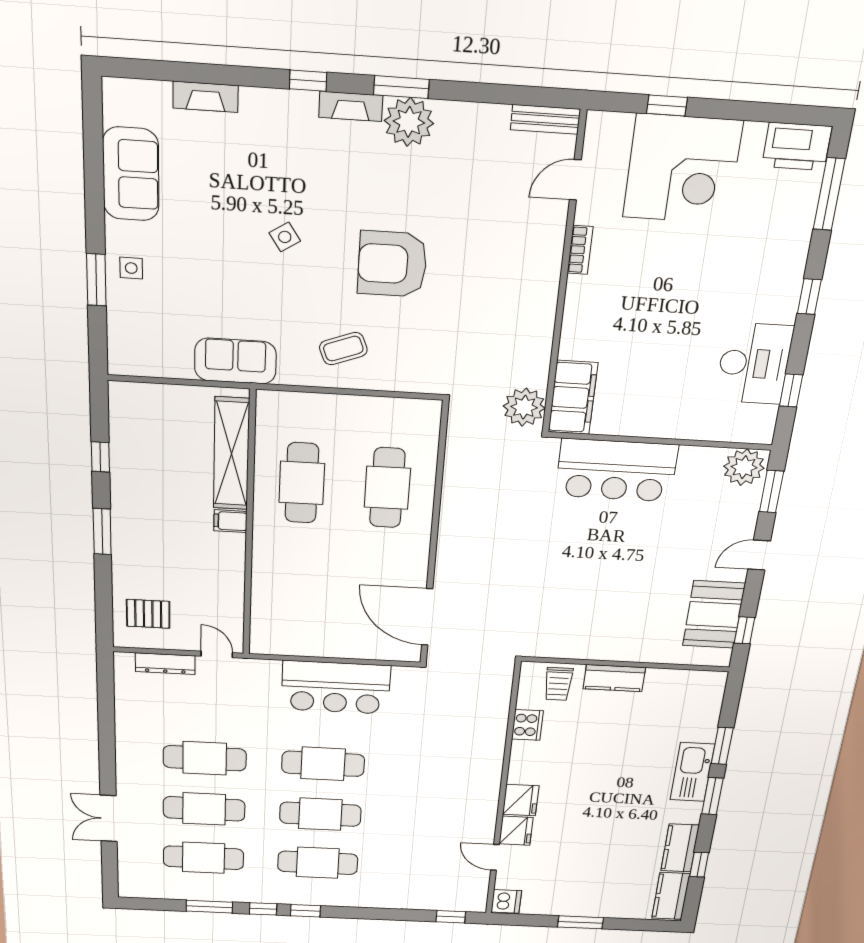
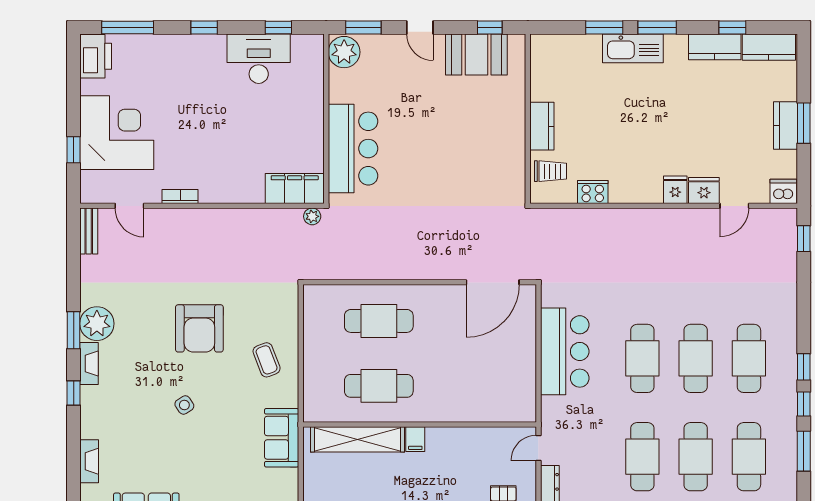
plant: (524, 407) -> (312, 216), width x0.53, depth x0.53
fridge: (521, 800) -> (675, 190), width x0.72
kitchen counter: (580, 906) -> (786, 125), added

